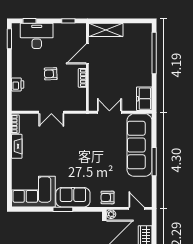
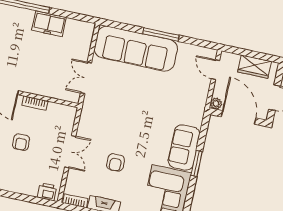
printer: (18, 84) -> (47, 192), moved
freezer: (144, 99) -> (49, 24), moved
armchair: (107, 197) -> (116, 163), moved
door: (137, 208) -> (215, 70), hinge flipped

